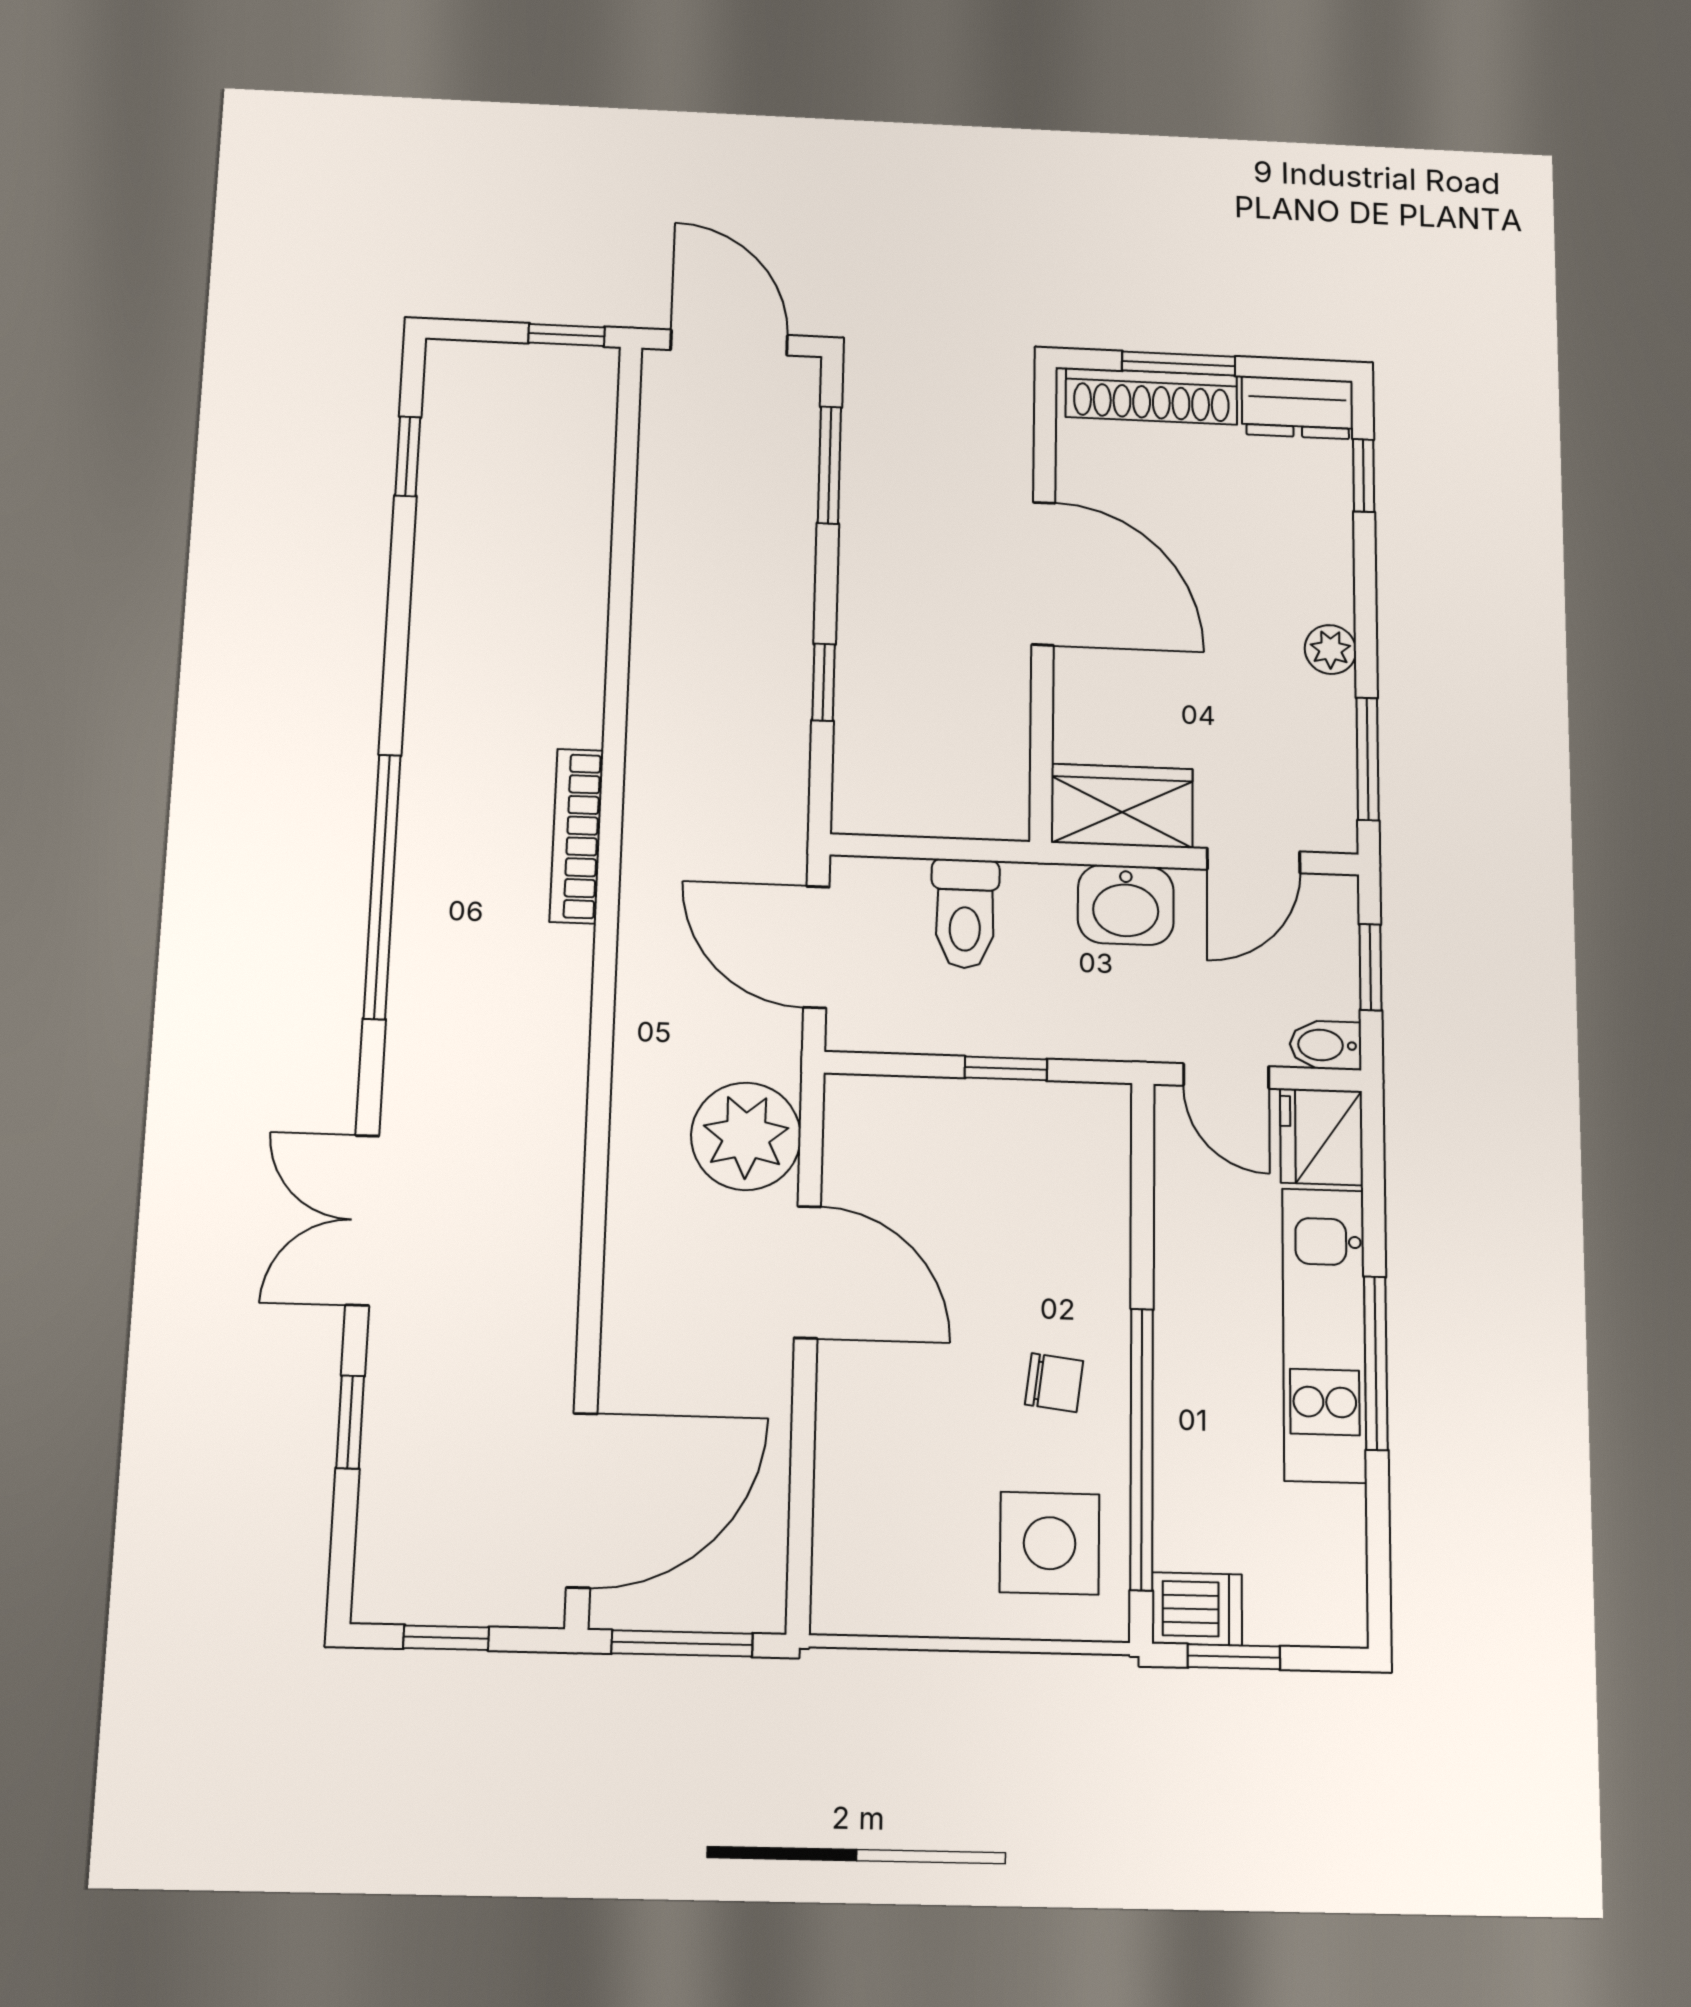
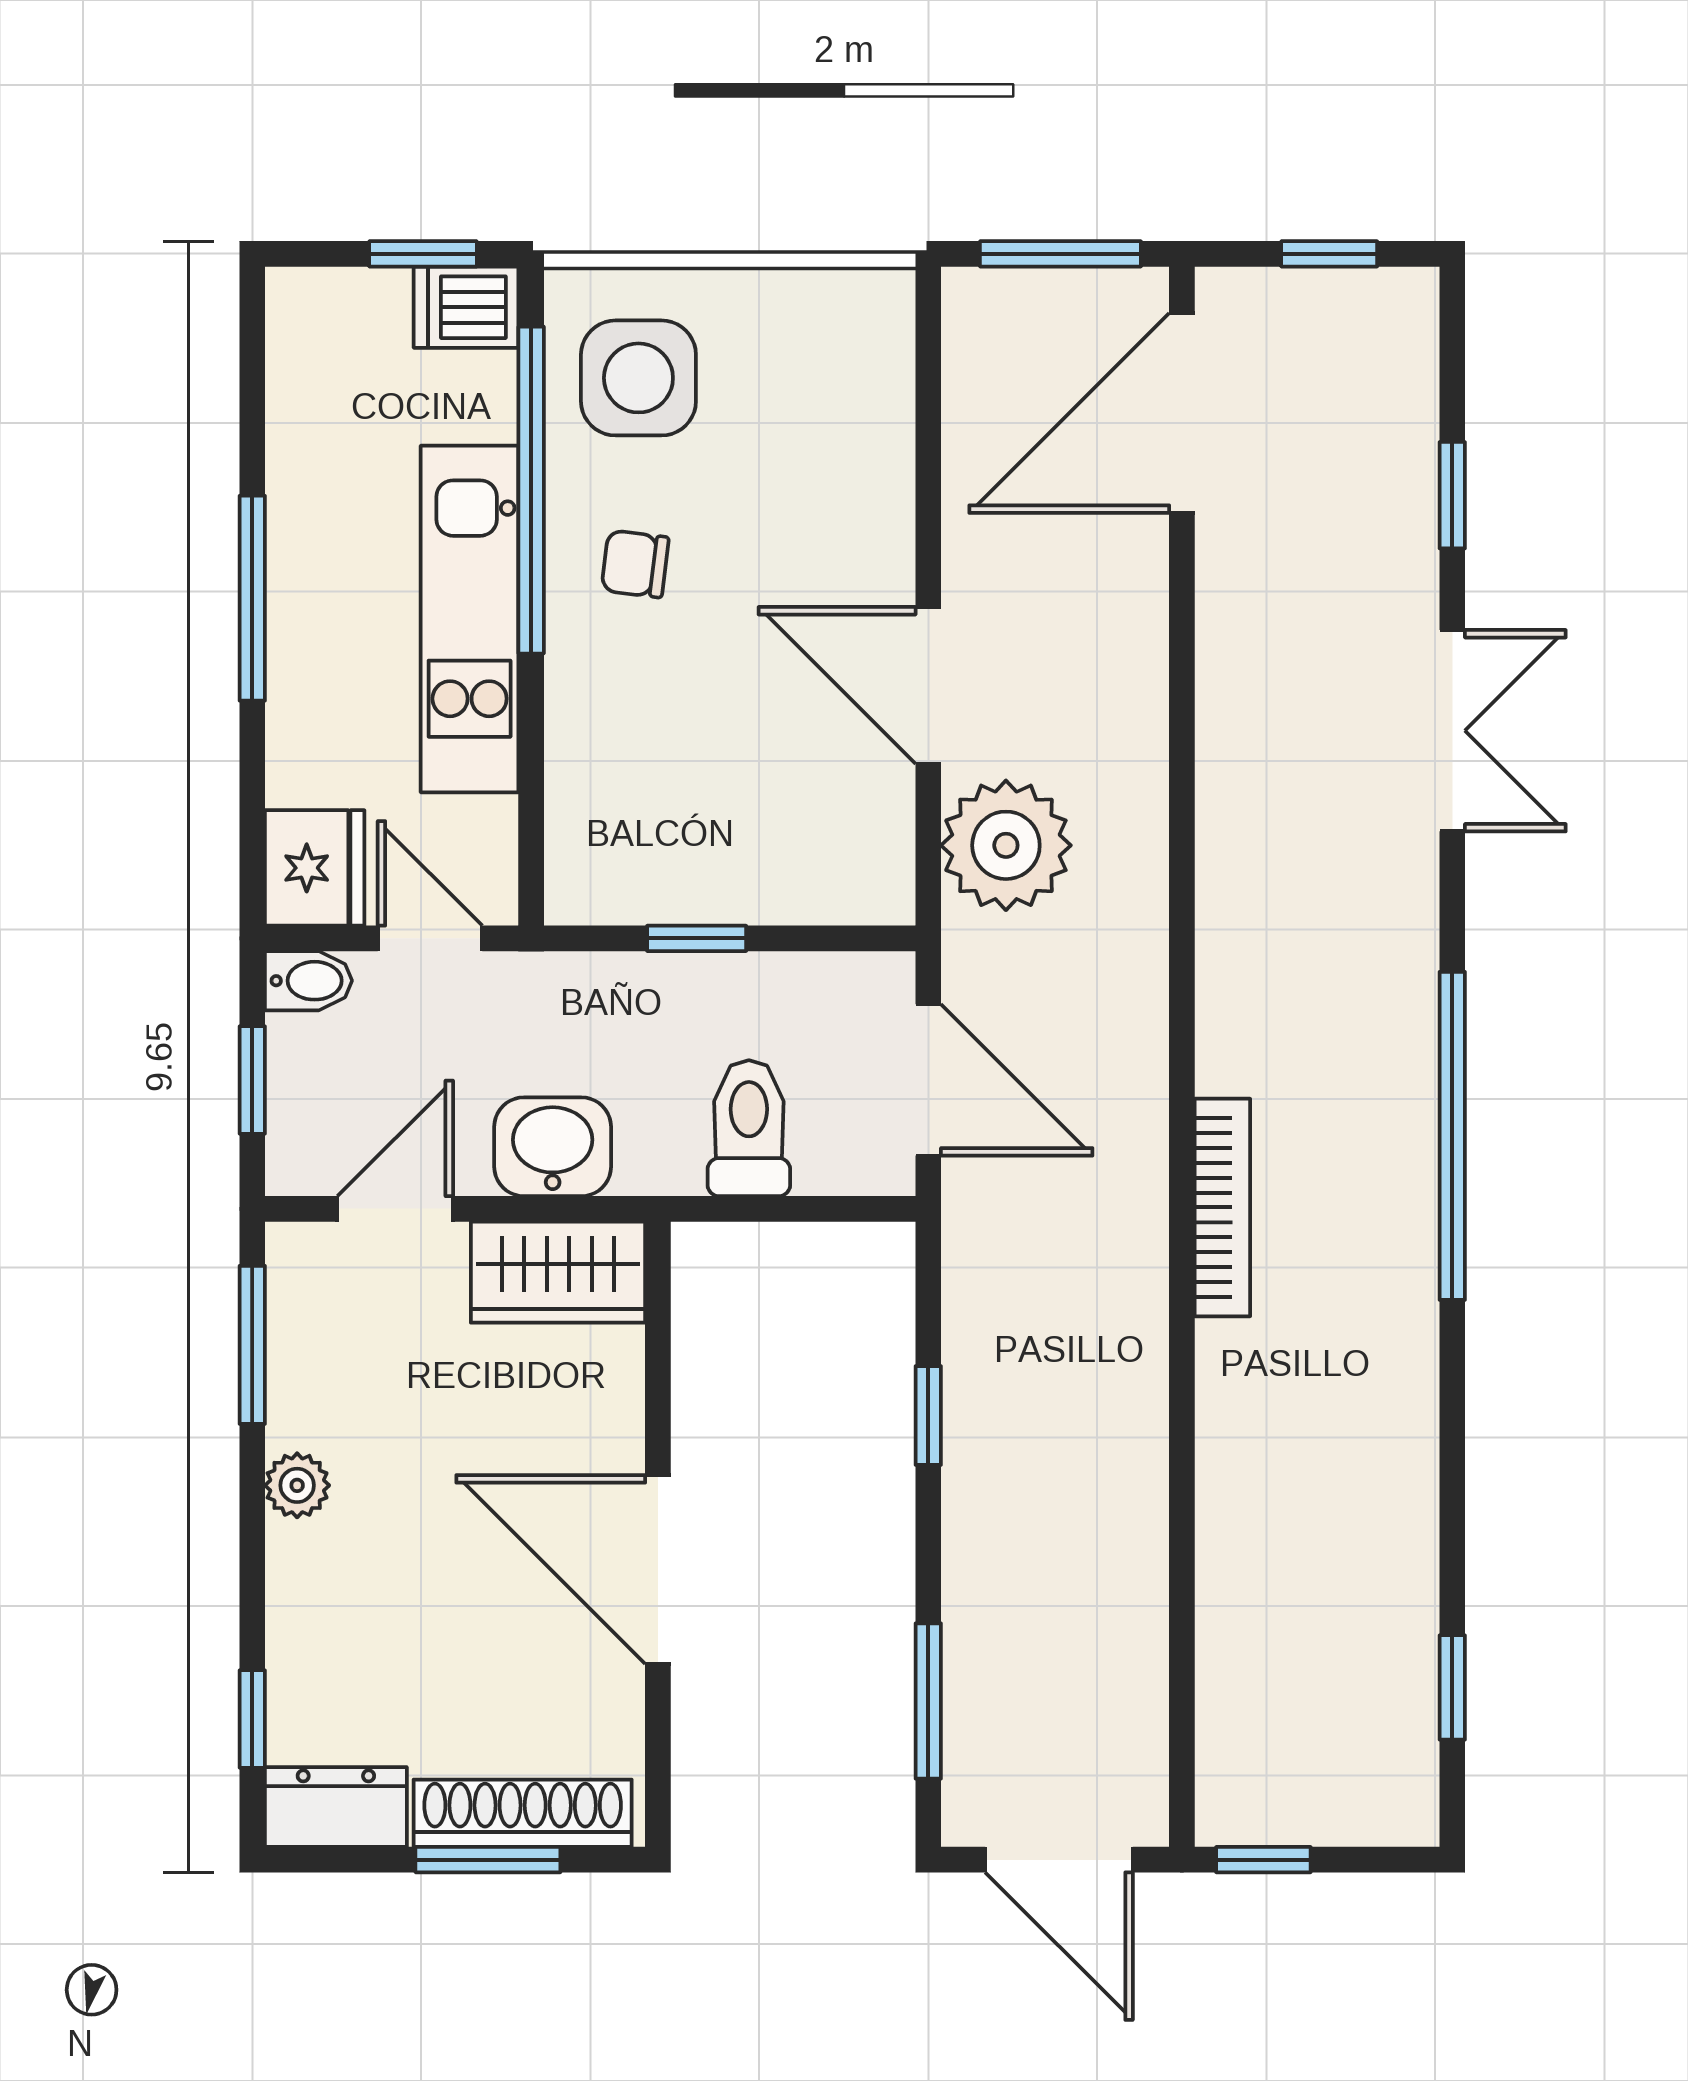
kitchen unit: (1324, 1334) -> (470, 619), moved, turned 180

